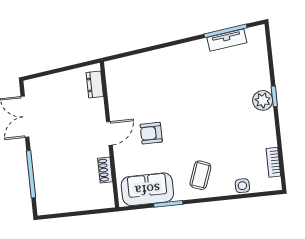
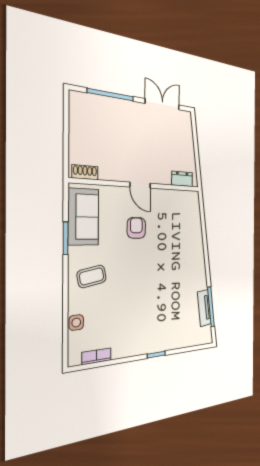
plant: (263, 100) -> (154, 343), removed
shoe rack: (105, 170) -> (85, 172), moved
coffee table: (200, 175) -> (92, 276), turned -31

